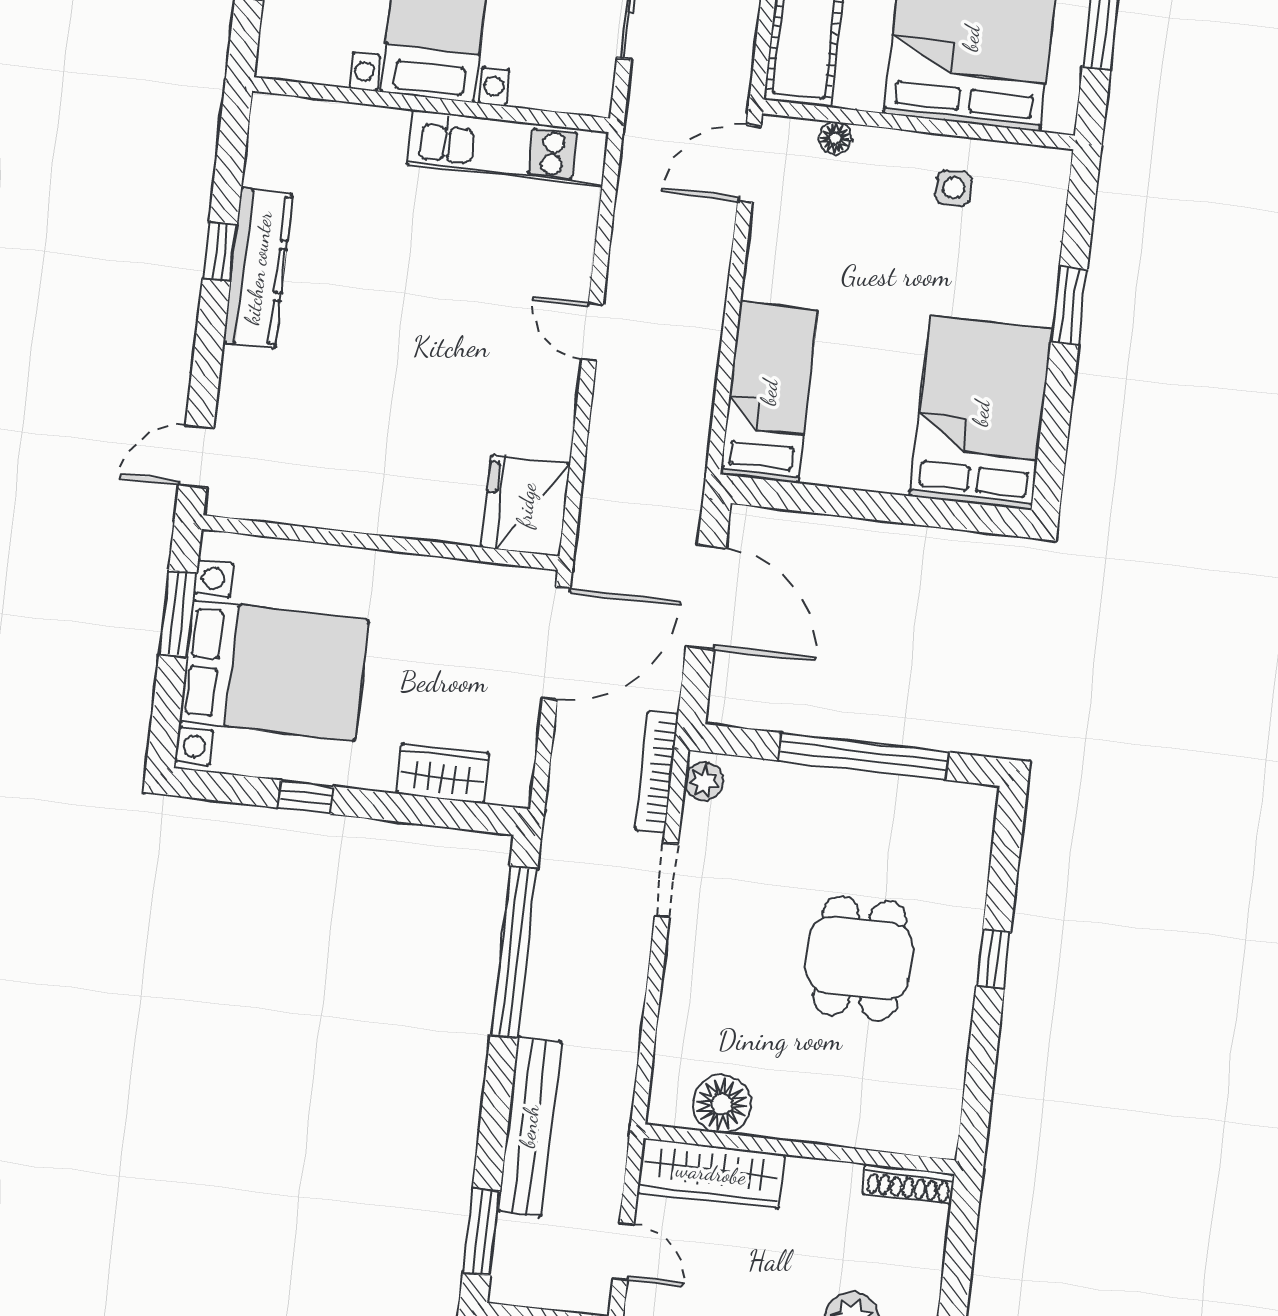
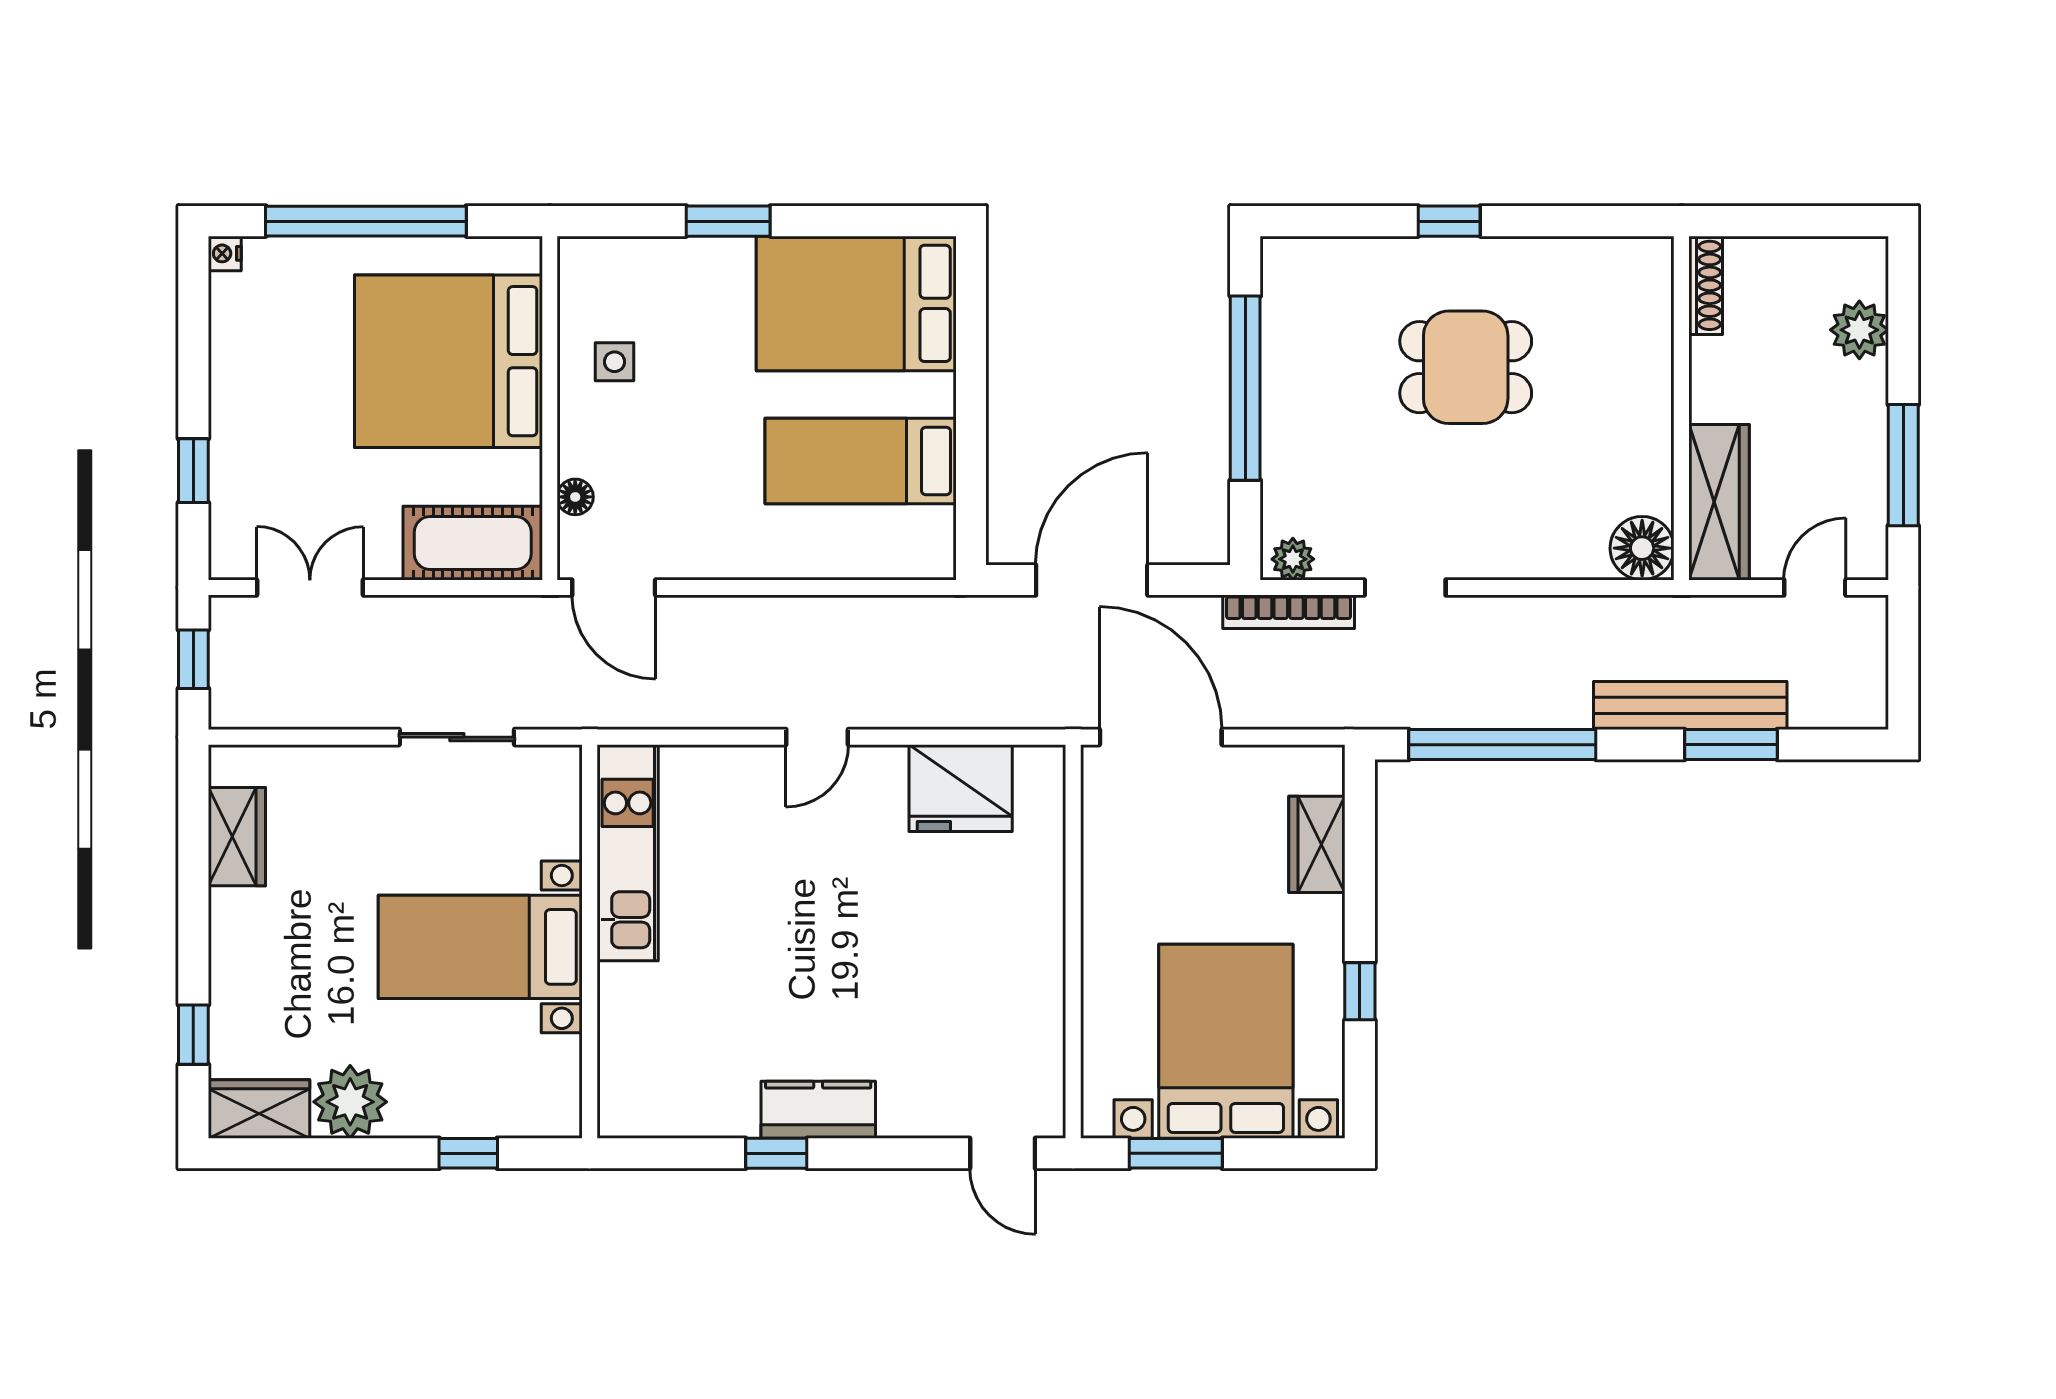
kitchen counter: (258, 268) -> (818, 1110), width x0.67
bed: (769, 392) -> (861, 461), moved
fridge: (526, 505) -> (961, 788), moved
floor lamp: (722, 1104) -> (1642, 548), moved
window: (481, 1232) -> (1731, 745), moved

